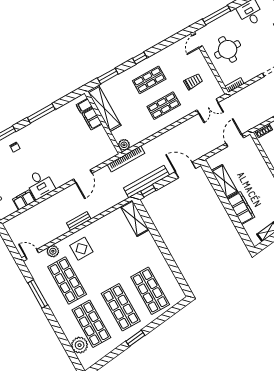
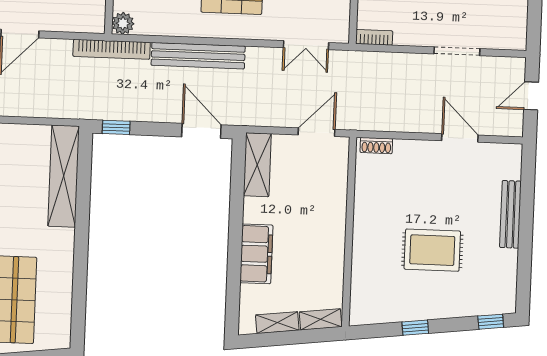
shelving: (225, 181) -> (257, 165), moved
bench: (146, 182) -> (198, 56), moved
shelving: (135, 218) -> (64, 176), width x1.47

